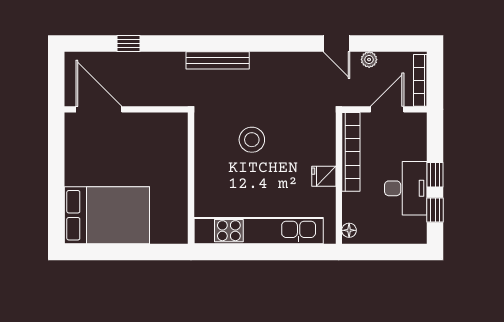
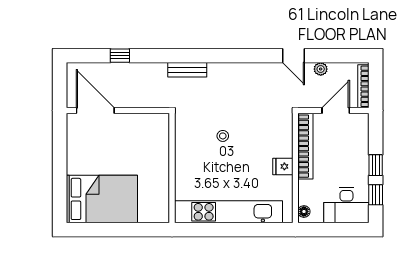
bench: (218, 60) -> (187, 70), width x0.73
stool: (252, 140) -> (223, 136), width x0.53, depth x0.53
desk: (406, 188) -> (346, 205), moved, turned 90

